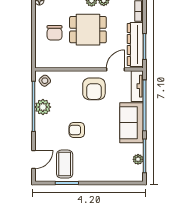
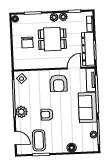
plant: (43, 107) -> (21, 112), moved
door: (34, 159) -> (15, 138), hinge flipped
floor lamp: (108, 176) -> (72, 148), added

